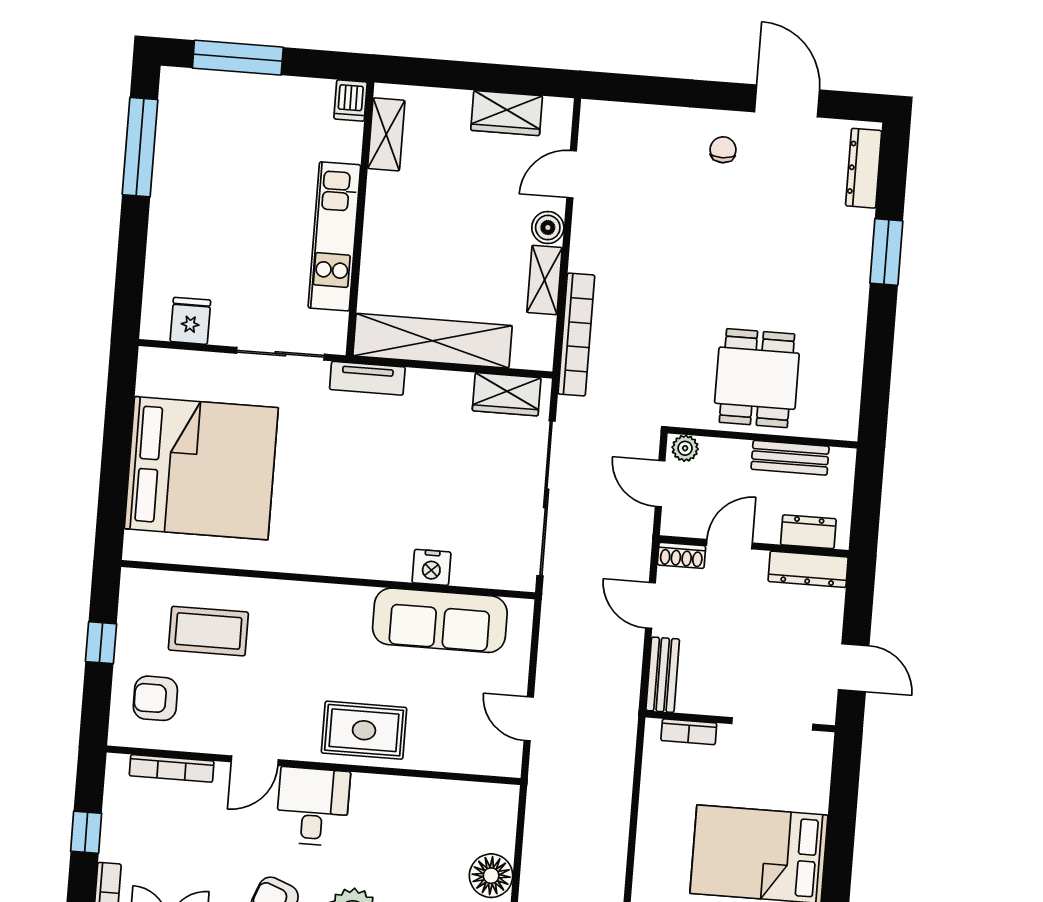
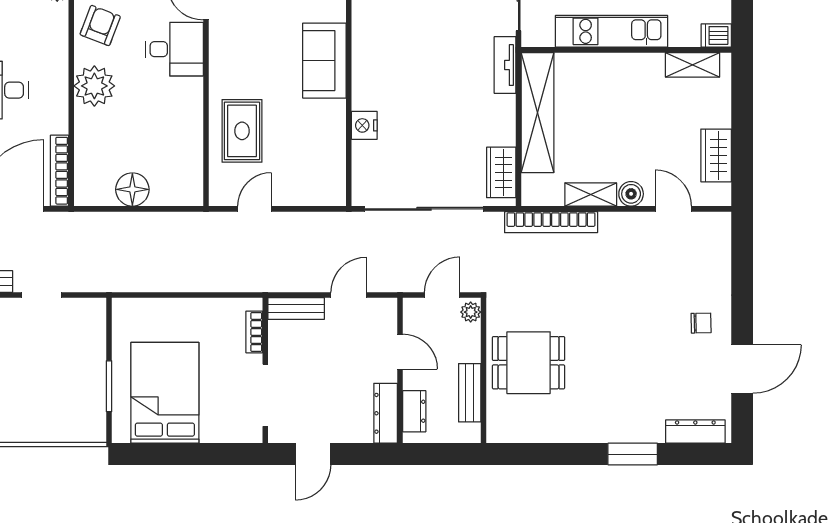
shoe rack: (681, 555) -> (389, 316), removed
sofa: (440, 620) -> (324, 61), moved, width x0.73
rug: (364, 730) -> (242, 131), moved

